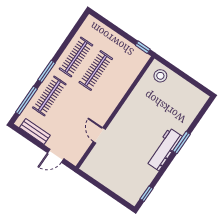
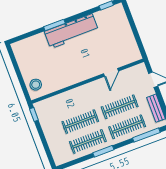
window: (46, 71) -> (103, 151), moved
clothes rail: (69, 109) -> (120, 107), added
workbench: (164, 149) -> (71, 31), width x1.36, depth x1.32

